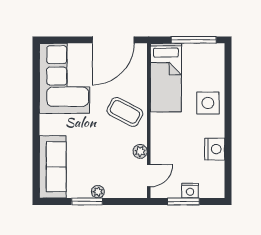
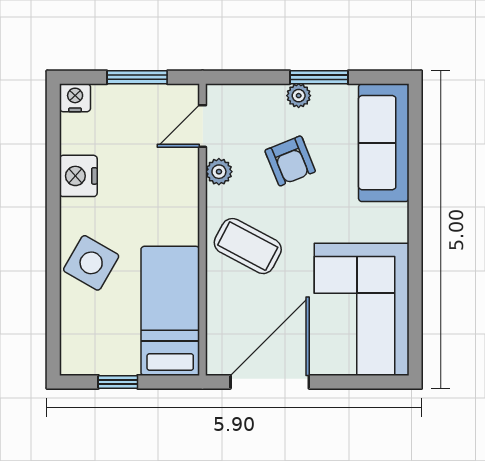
window: (194, 40) -> (118, 382), width x0.46
side table: (208, 103) -> (91, 263), turned 30
armchair: (102, 157) -> (290, 161), added
nightstand: (190, 191) -> (75, 98), moved

